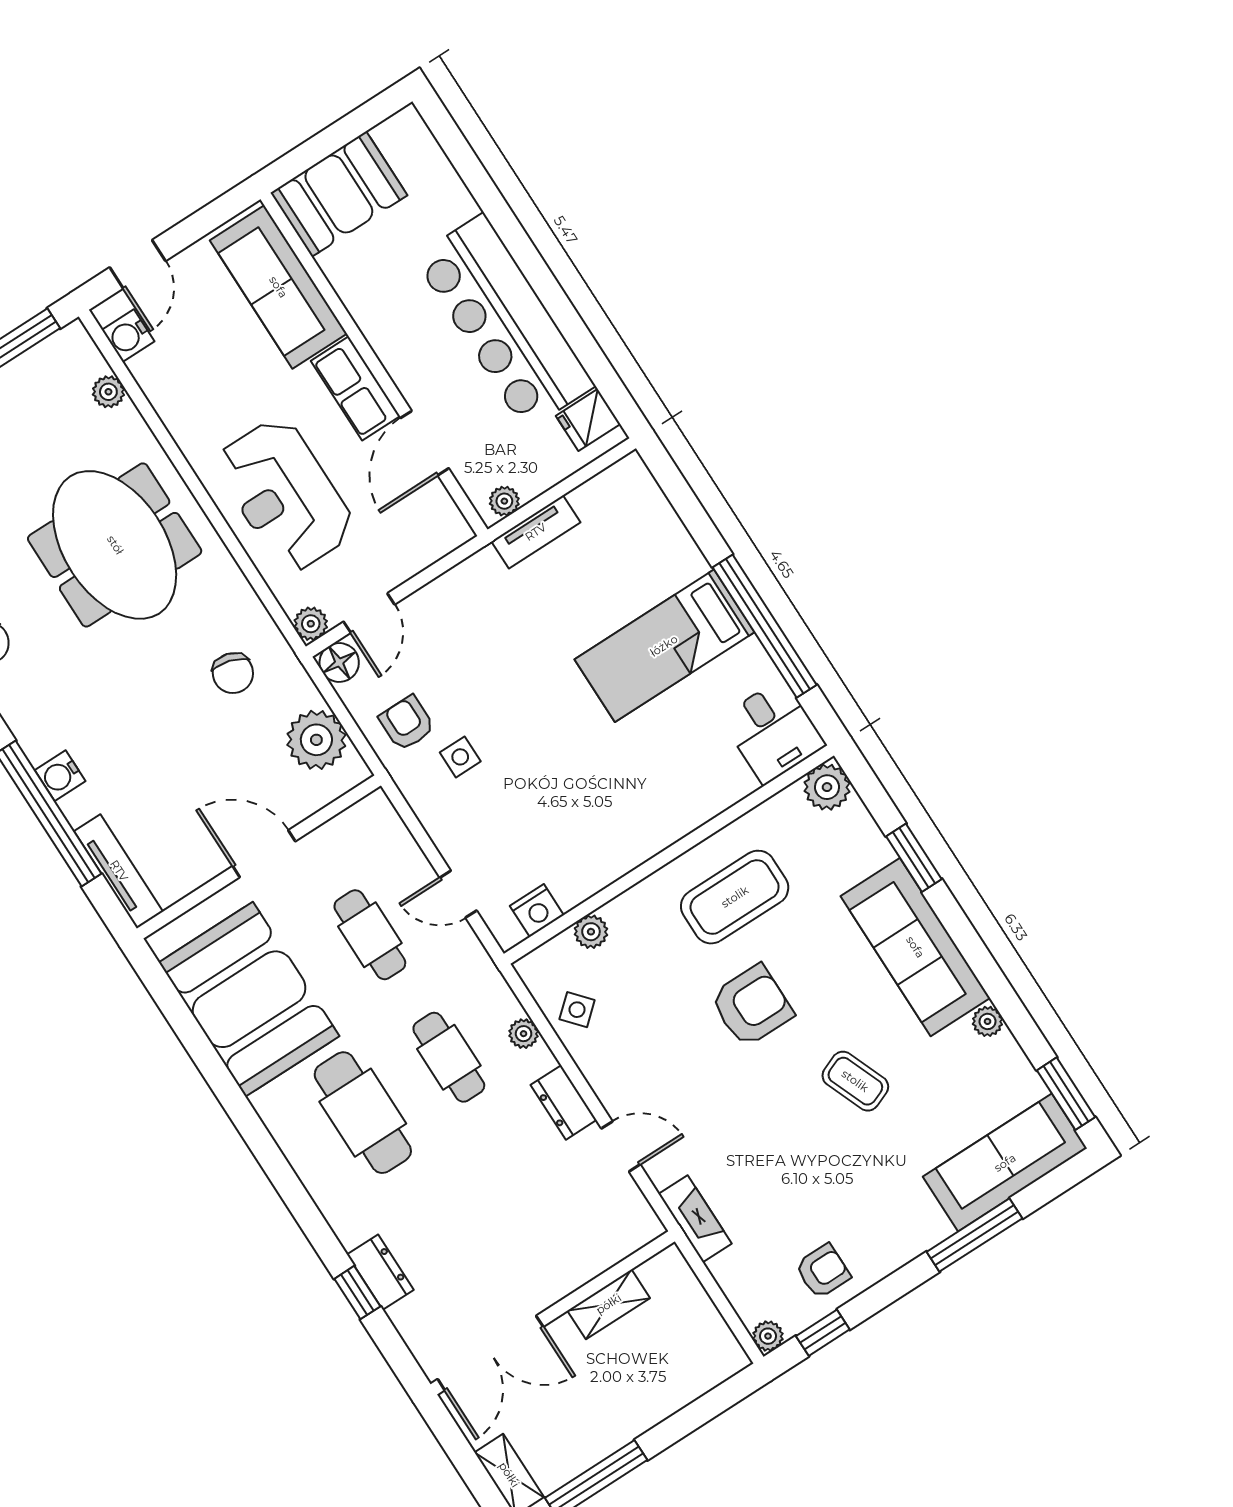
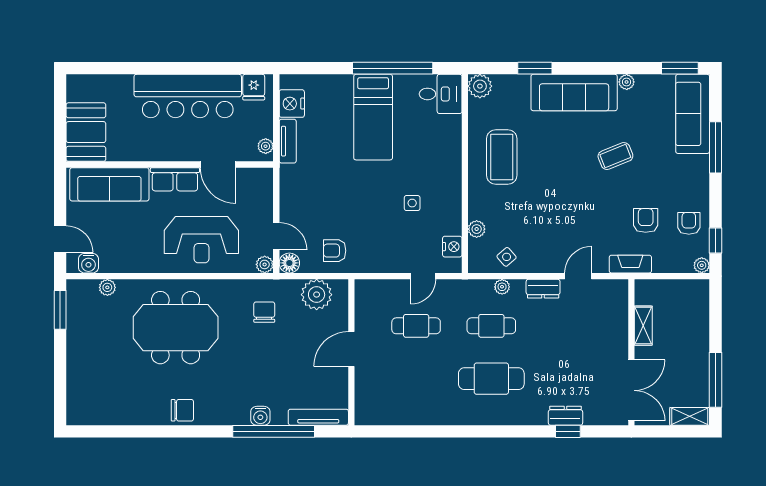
nightstand: (601, 499) -> (292, 104), added
chair: (233, 673) -> (264, 312), turned -106
side table: (460, 757) -> (412, 203), moved
booth: (249, 999) -> (410, 396), removed
armchair: (752, 1006) -> (646, 220), moved, width x0.72, depth x0.72

